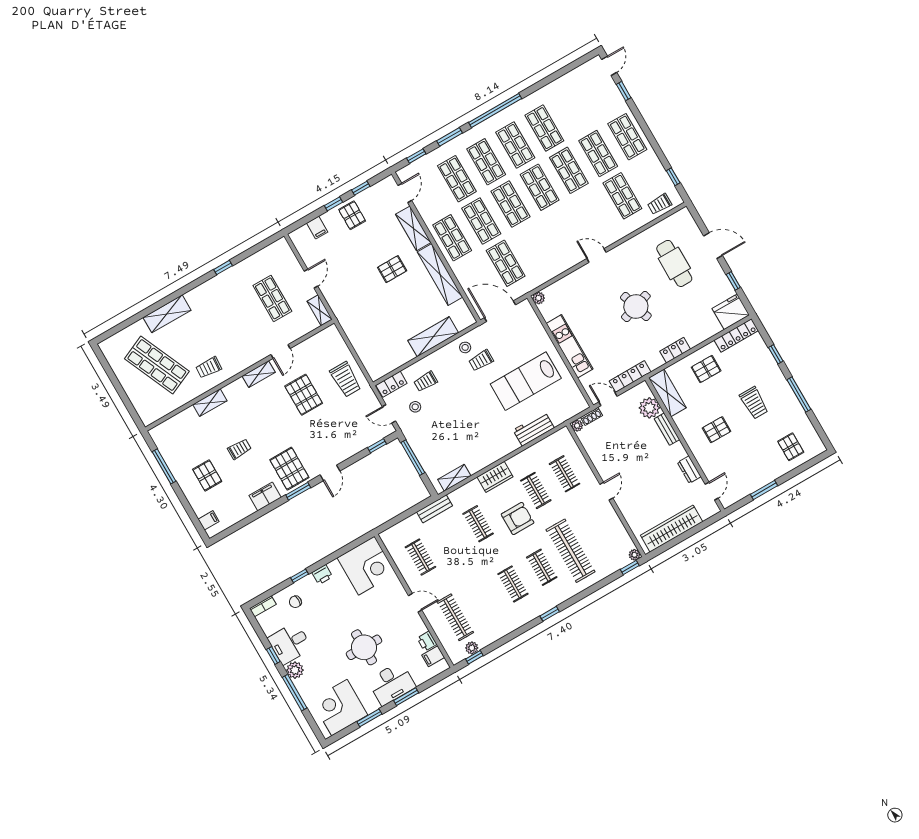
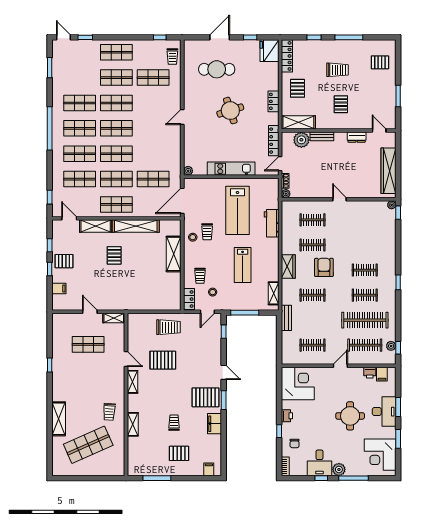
window: (449, 137) -> (50, 68), moved
lab bench: (466, 423) -> (243, 265), added
clothes rail: (571, 551) -> (365, 320), moved

